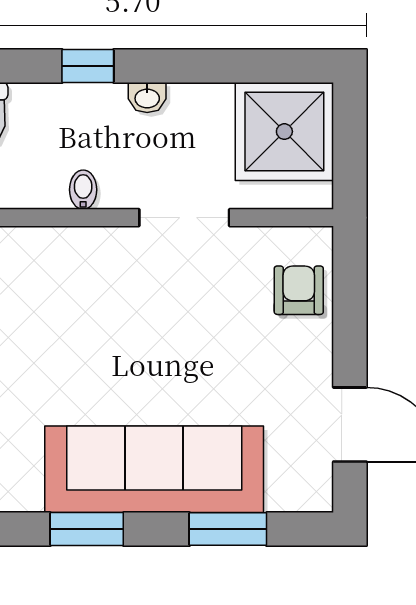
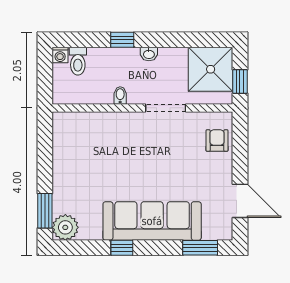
window: (350, 159) -> (240, 82), added
window: (87, 529) -> (122, 248), width x0.67
window: (228, 529) -> (200, 248), moved

